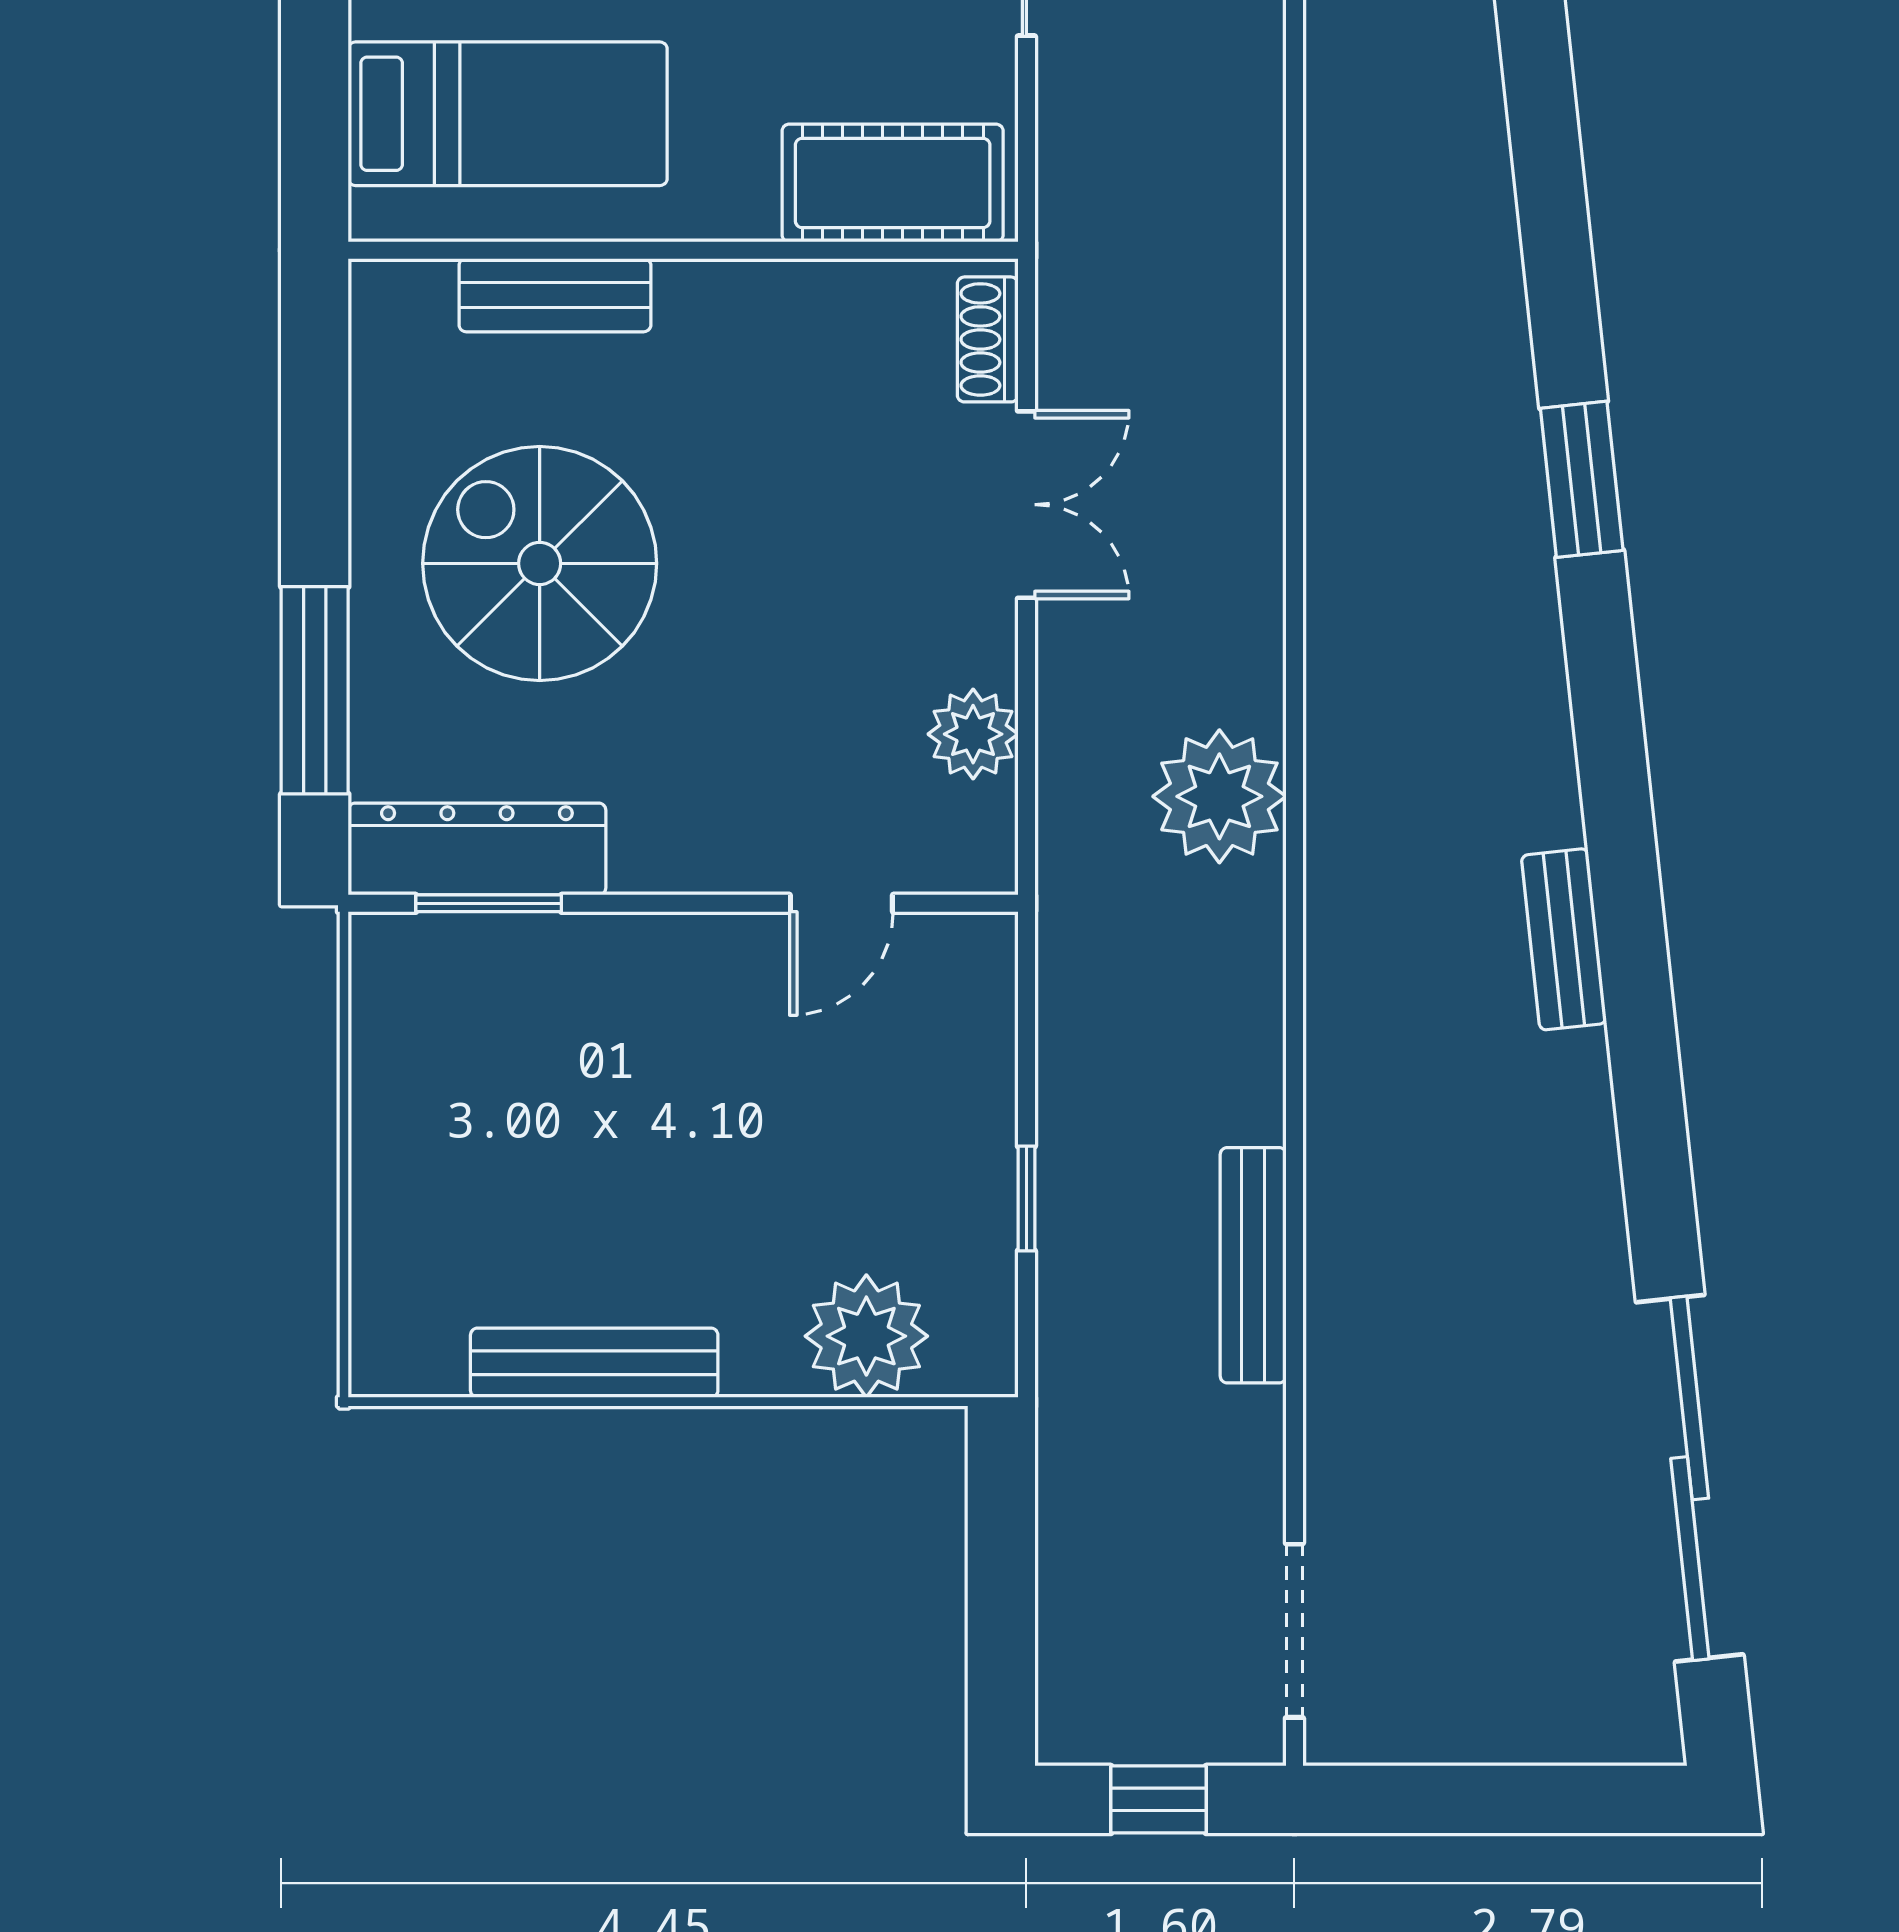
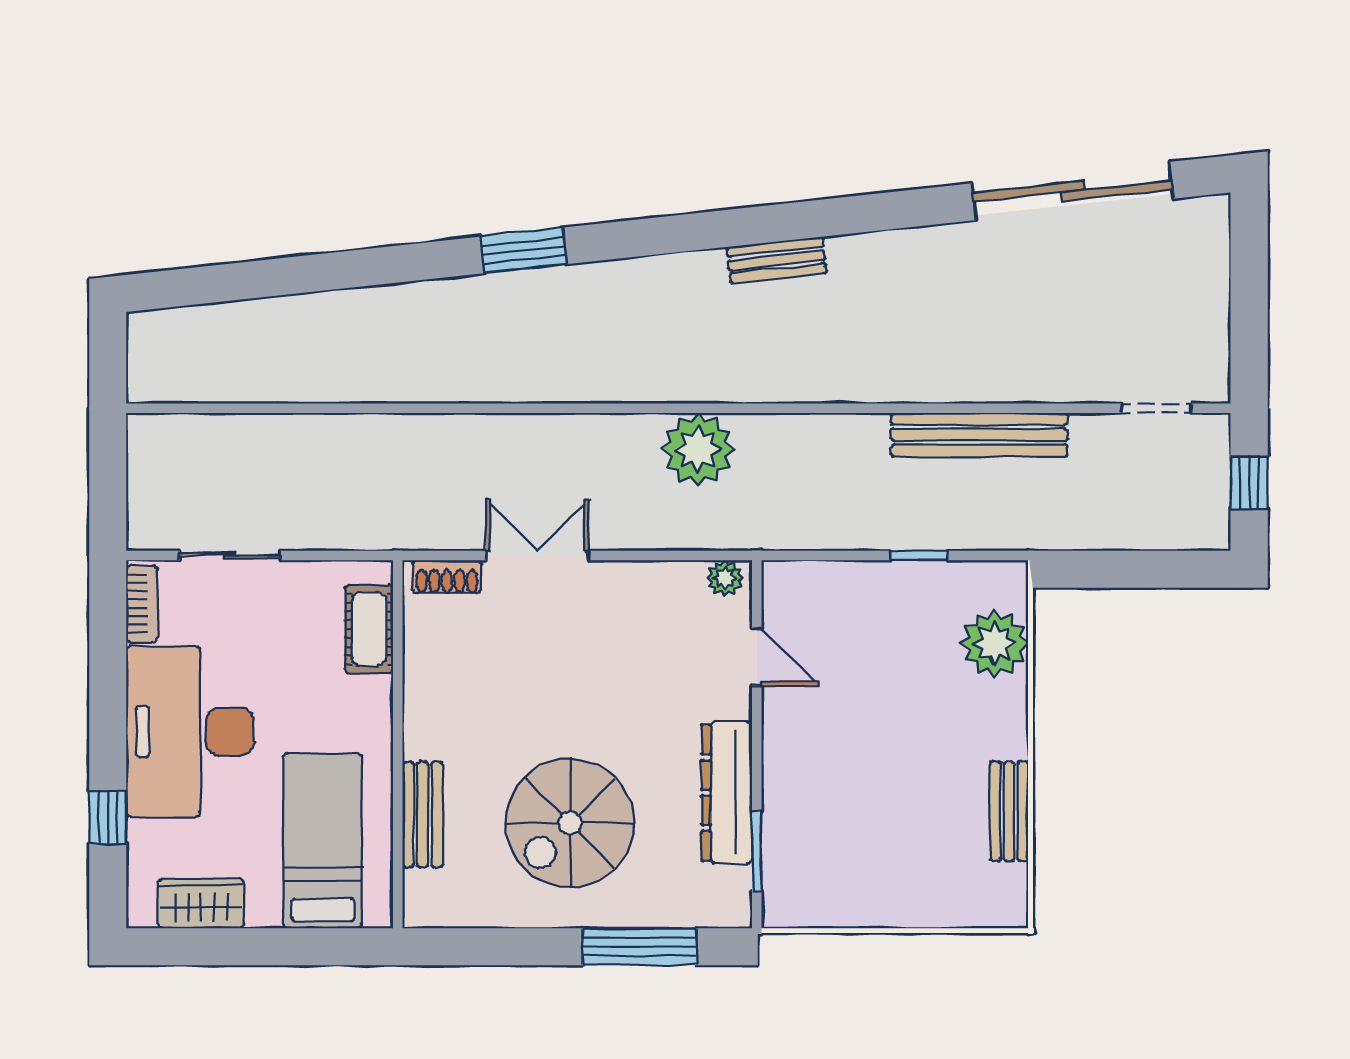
cot: (893, 183) -> (369, 629), width x0.73, depth x0.75
plant: (973, 734) -> (725, 578), moved, width x0.73, depth x0.73
dresser: (477, 849) -> (727, 793), moved
bench: (1253, 1265) -> (979, 435), width x1.37, depth x1.21
bench: (594, 1363) -> (1009, 811), width x0.73
doorway: (1294, 1631) -> (1156, 408), width x0.73

